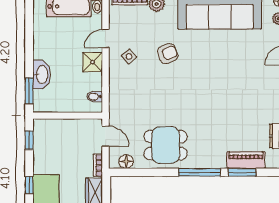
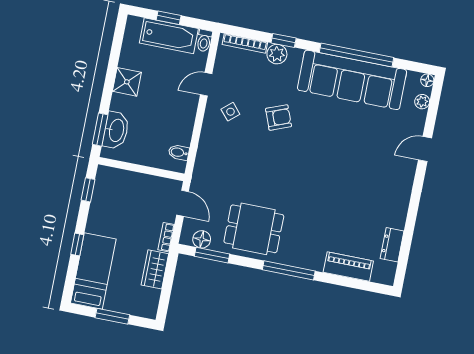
shower: (93, 62) -> (127, 82), moved
washbasin: (42, 75) -> (116, 130), moved
window: (242, 172) -> (212, 255), moved

